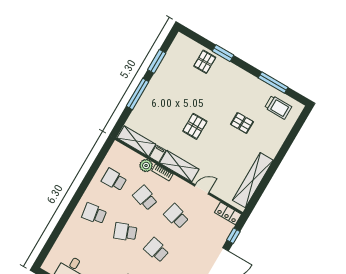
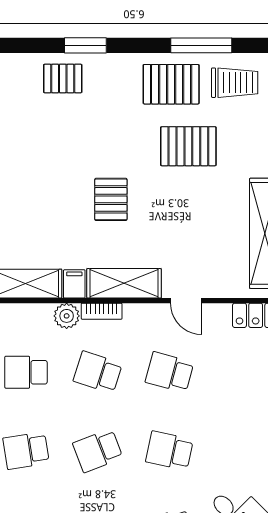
pallet: (205, 62) -> (63, 78), turned 90
pallet: (250, 92) -> (171, 84), added
pallet: (242, 123) -> (188, 146), width x1.50, depth x1.42
door: (202, 189) -> (186, 301), swing flipped

